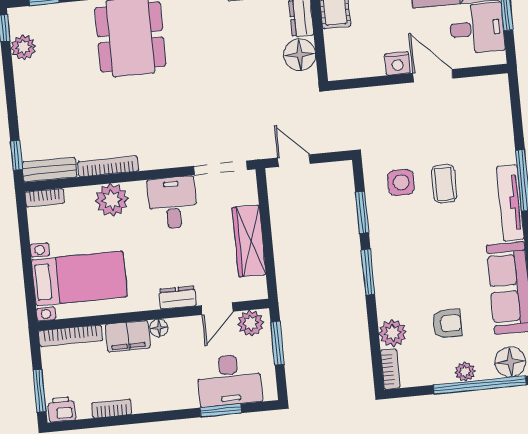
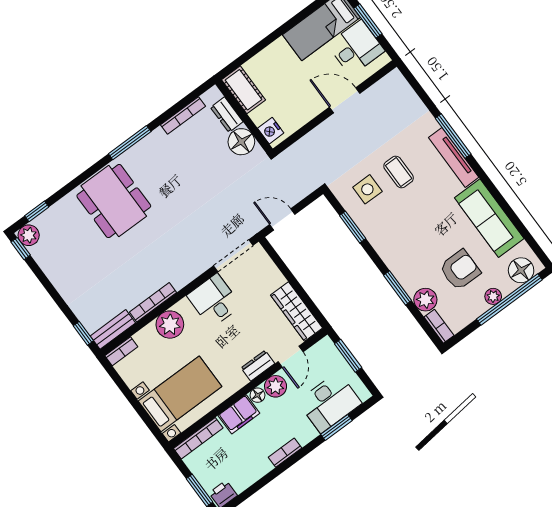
plant: (23, 47) -> (29, 235), moved
nightstand: (397, 63) -> (271, 131), moved, turned 90
wardrobe: (249, 241) -> (297, 311), moved
window: (368, 272) -> (398, 288), moved
plant: (251, 323) -> (276, 386), moved
armchair: (447, 324) -> (460, 270), width x1.38, depth x1.38
bookcase: (112, 409) -> (285, 453), moved

